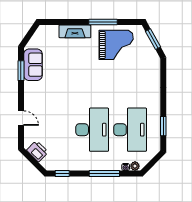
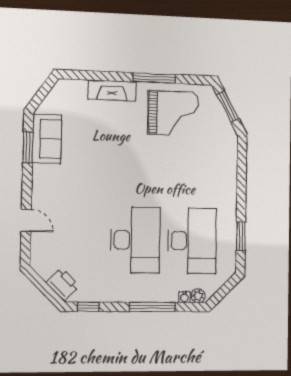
printer: (37, 151) -> (63, 284), moved

